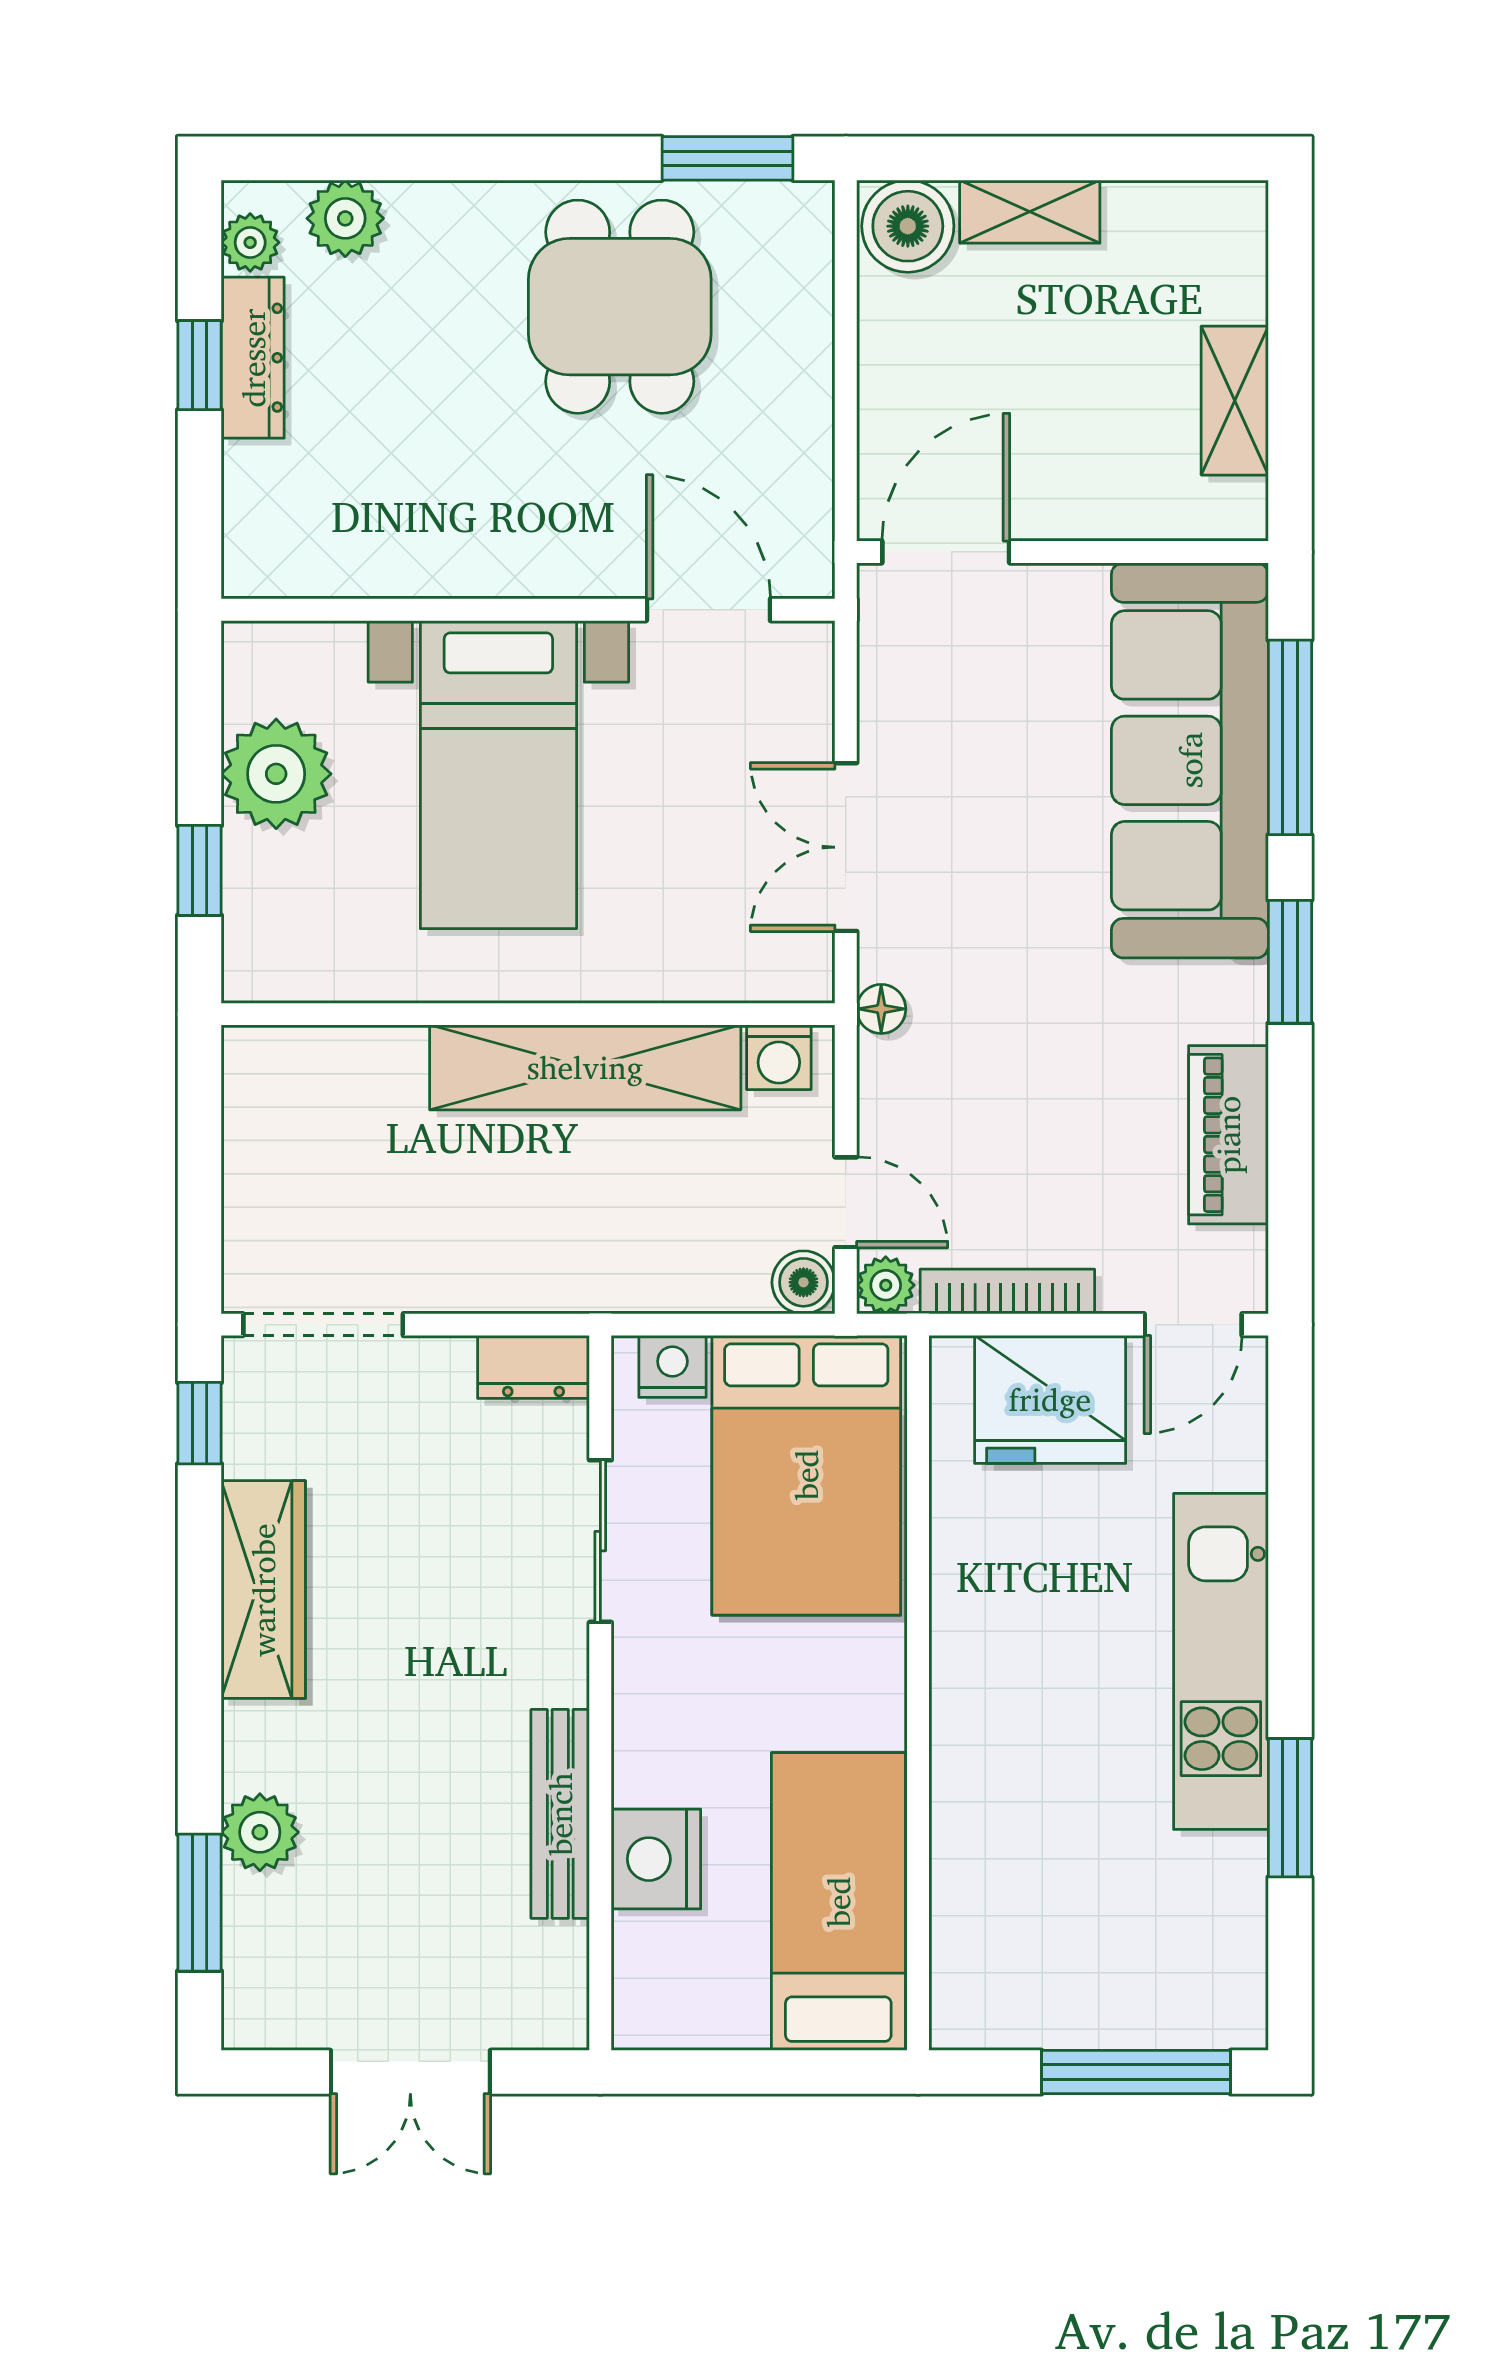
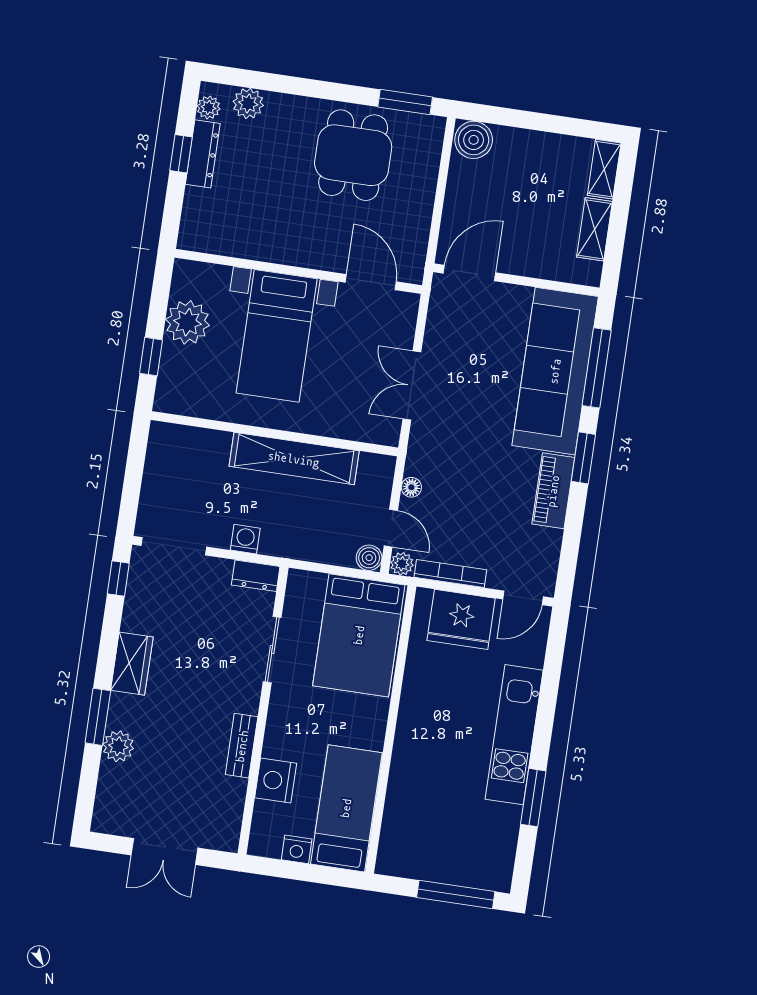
shelving: (1030, 212) -> (604, 169), moved, turned 90
floor lamp: (881, 1009) -> (411, 487), moved
washing machine: (779, 1057) -> (245, 539), moved, turned 180
piano: (1228, 1135) -> (553, 491), moved
nightstand: (672, 1366) -> (297, 849), moved, turned 180
wardrobe: (263, 1590) -> (132, 664), width x0.67
bench: (560, 1814) -> (242, 746), width x0.73
window: (200, 1903) -> (98, 717), moved

